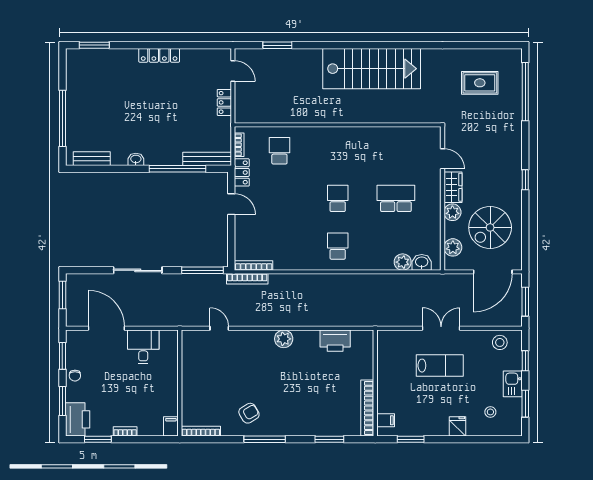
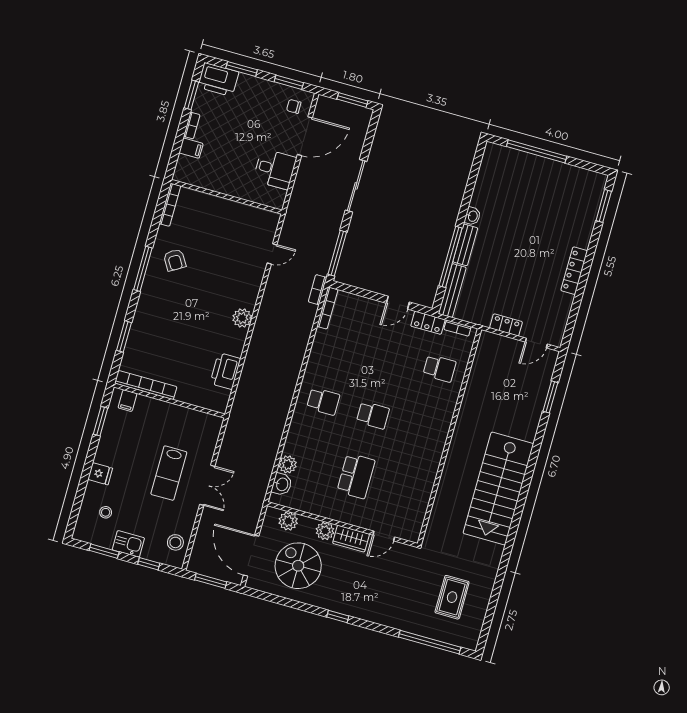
bench: (92, 159) -> (465, 245), moved
bookcase: (247, 279) -> (318, 290), width x0.64
chair: (75, 376) -> (294, 106), moved
filing cabinet: (171, 426) -> (191, 148), moved

